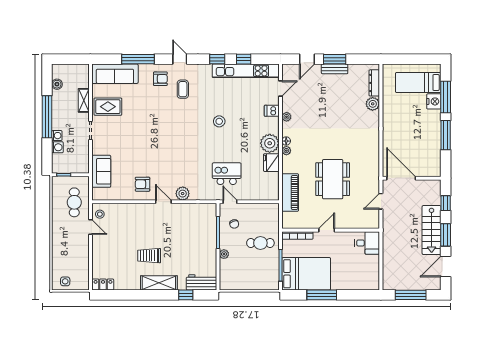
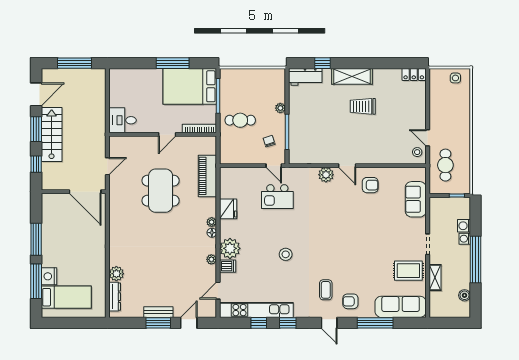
plant: (270, 143) -> (230, 248), moved
trolley: (149, 256) -> (363, 106), turned 180

